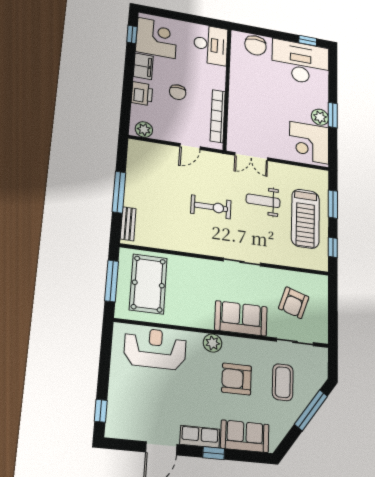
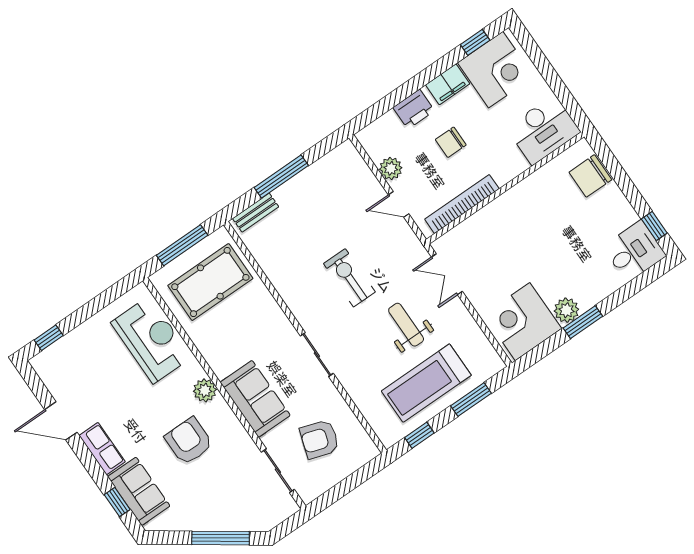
desk: (301, 62) -> (634, 251), width x0.53, depth x0.77
plant: (144, 130) -> (391, 168), moved
exercise bike: (211, 207) -> (349, 278), turned 180
coffee table: (283, 382) -> (225, 489), removed
window: (214, 453) -> (117, 502), moved

